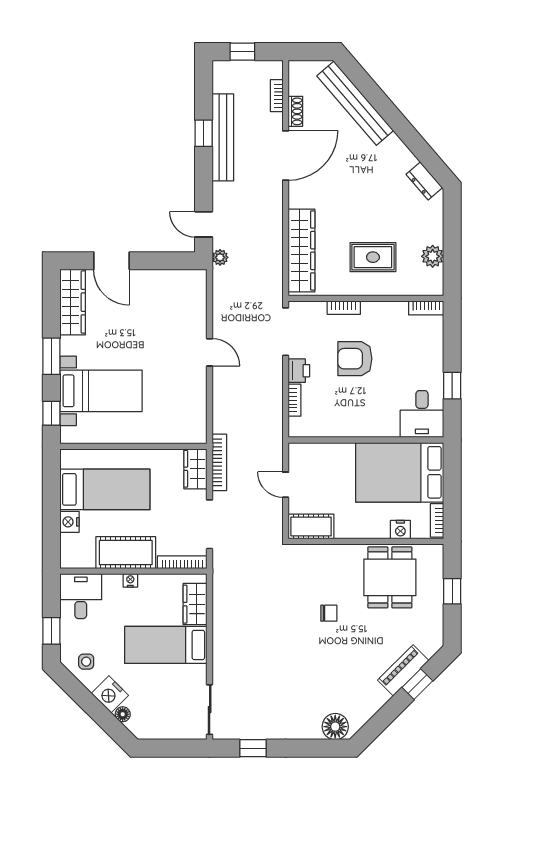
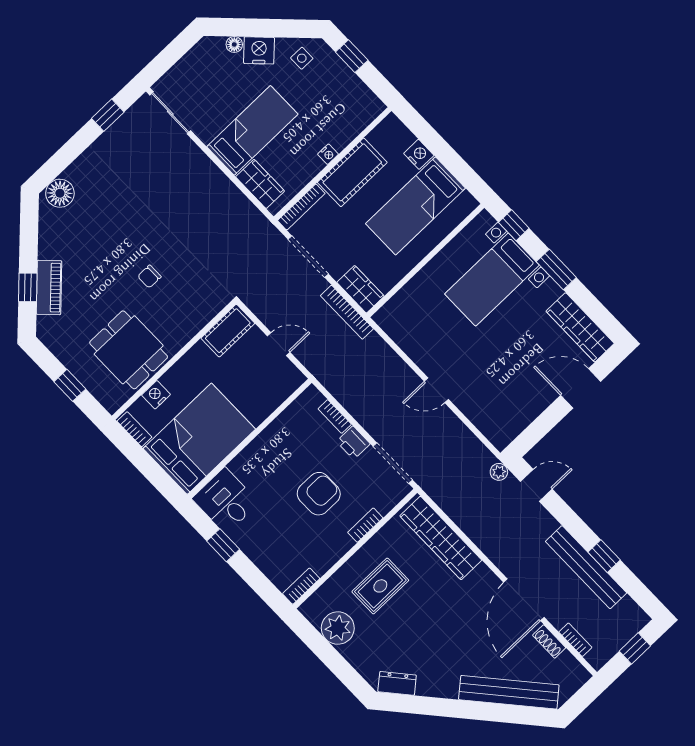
plant: (433, 256) -> (338, 628), width x1.36, depth x1.36
desk: (81, 596) -> (355, 105), removed

